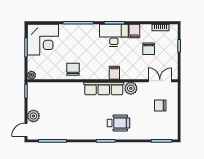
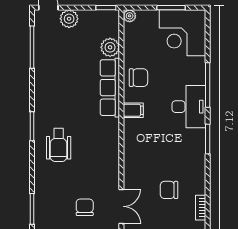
filing cabinet: (134, 31) -> (195, 169), removed
desk: (114, 35) -> (189, 107), moved
filing cabinet: (114, 73) -> (133, 110), moved
row of seats: (104, 88) -> (110, 88), moved
plant: (131, 88) -> (110, 47), moved

